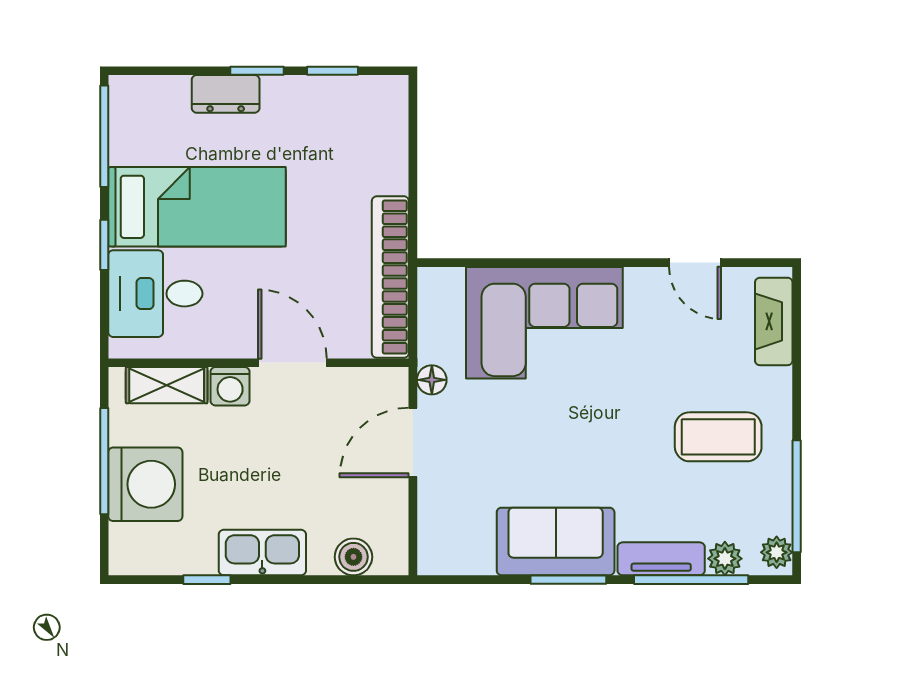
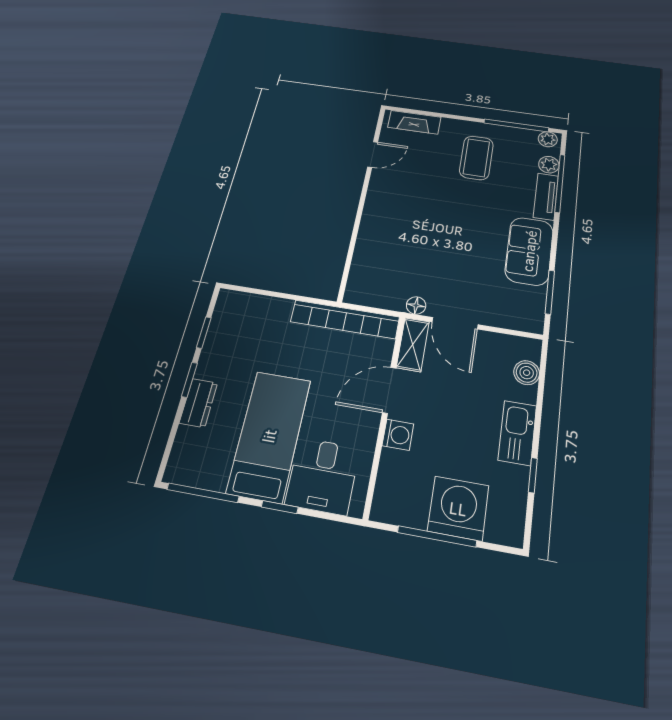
corner sofa: (544, 323) -> (392, 236), removed
shelving: (167, 385) -> (413, 344), moved
window: (568, 580) -> (550, 292), moved

